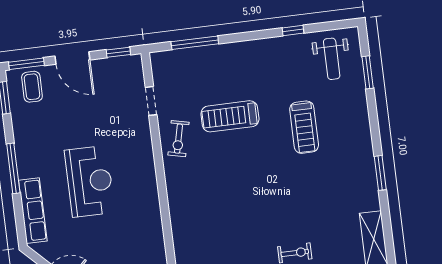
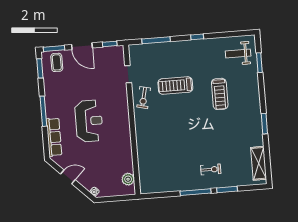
window: (293, 31) -> (197, 37), moved
weight bench: (332, 59) -> (238, 54), turned 90

